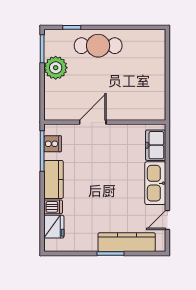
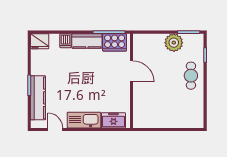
cafe table: (98, 46) -> (191, 76), width x0.73, depth x0.74
cooker: (53, 144) -> (115, 42), width x1.87, depth x1.31
fridge: (54, 227) -> (40, 41), moved

